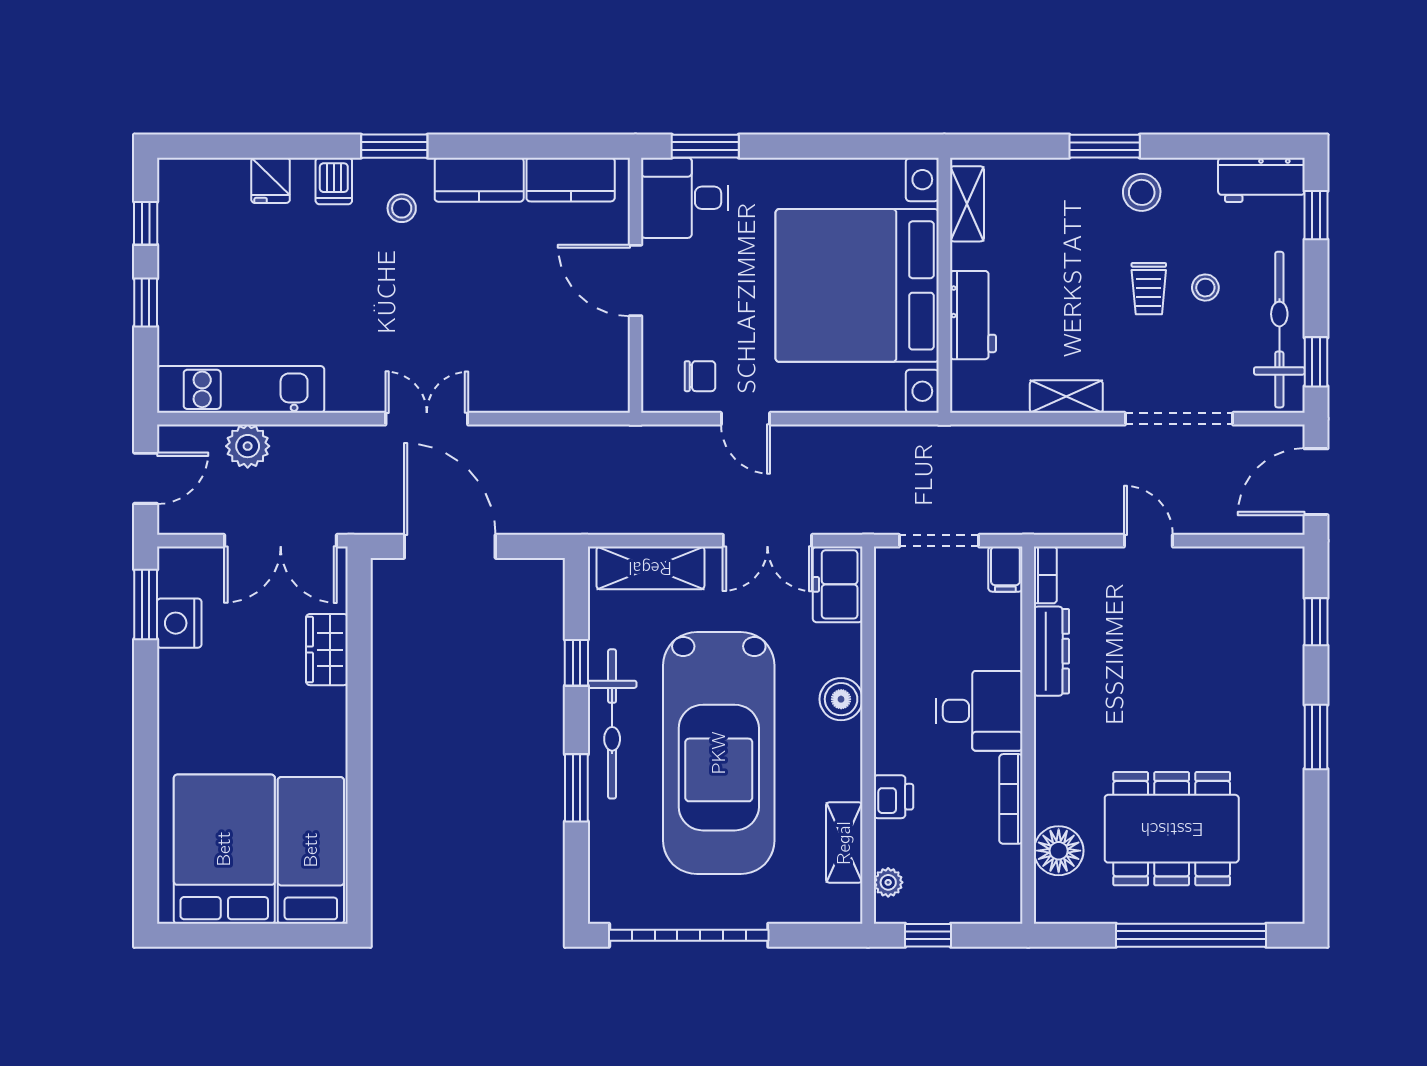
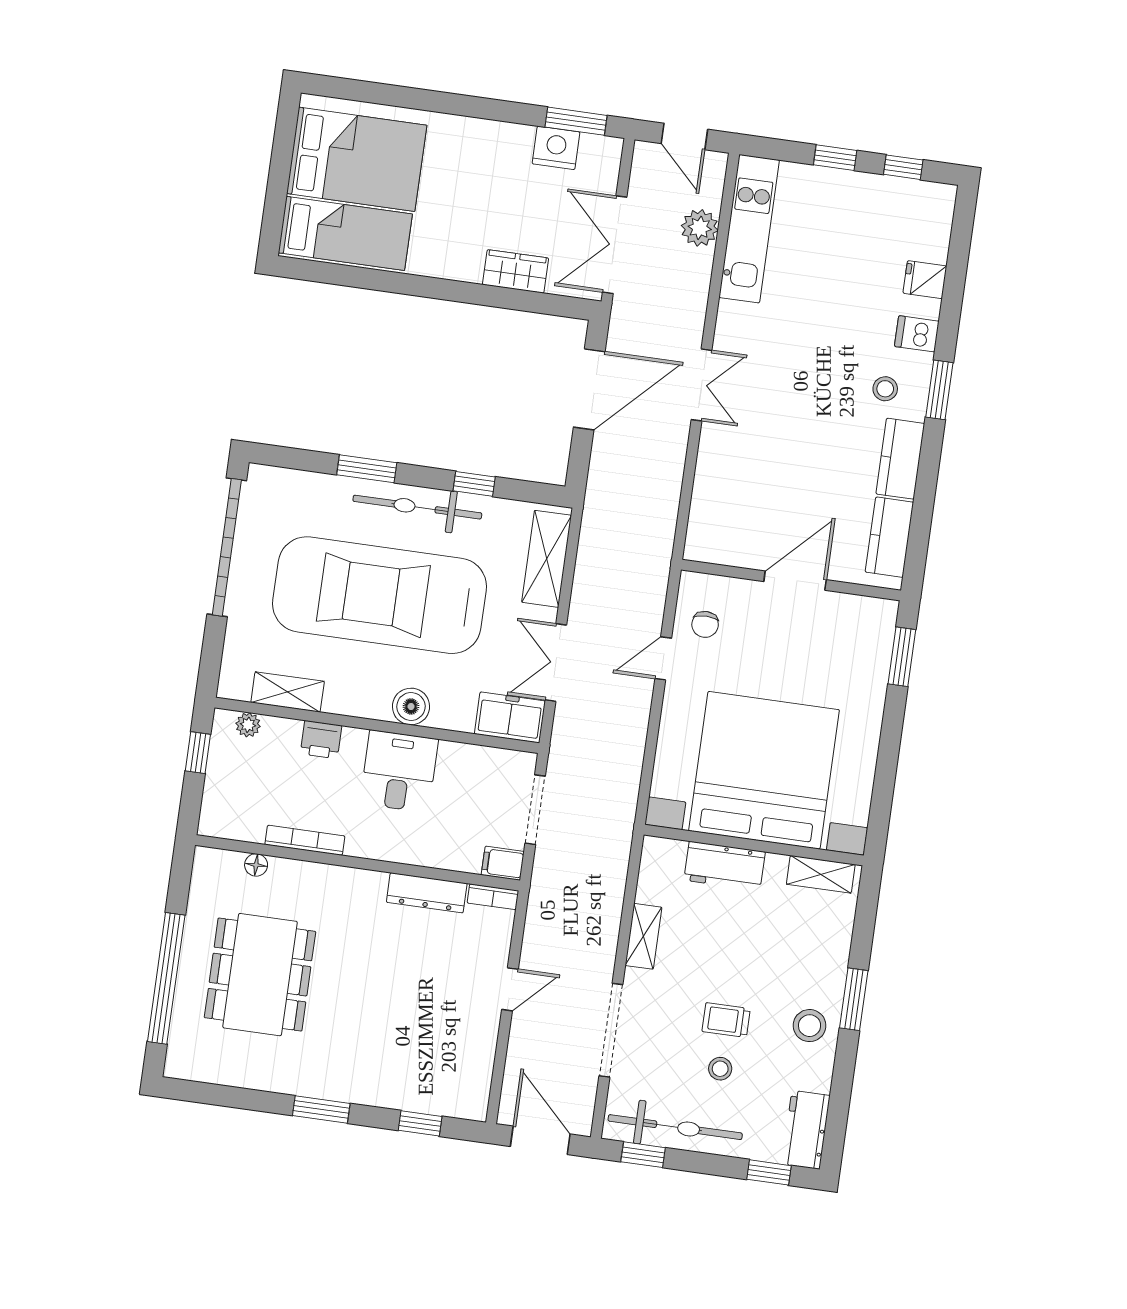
desk: (685, 198) -> (860, 633), removed
desk: (979, 711) -> (399, 771), moved, turned 180
floor lamp: (1059, 851) -> (256, 865), width x0.53, depth x0.53

